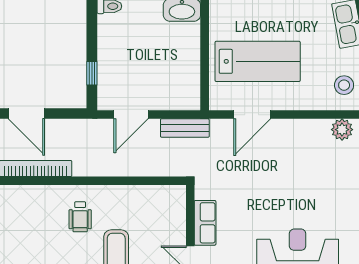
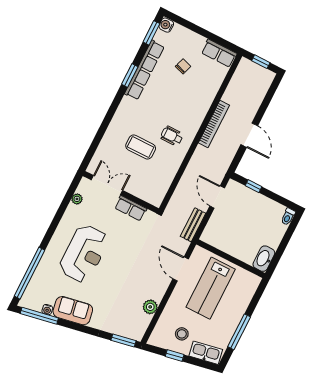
stool: (344, 85) -> (182, 334), moved
door: (26, 114) -> (249, 135), swing flipped
plant: (342, 130) -> (150, 307), moved

